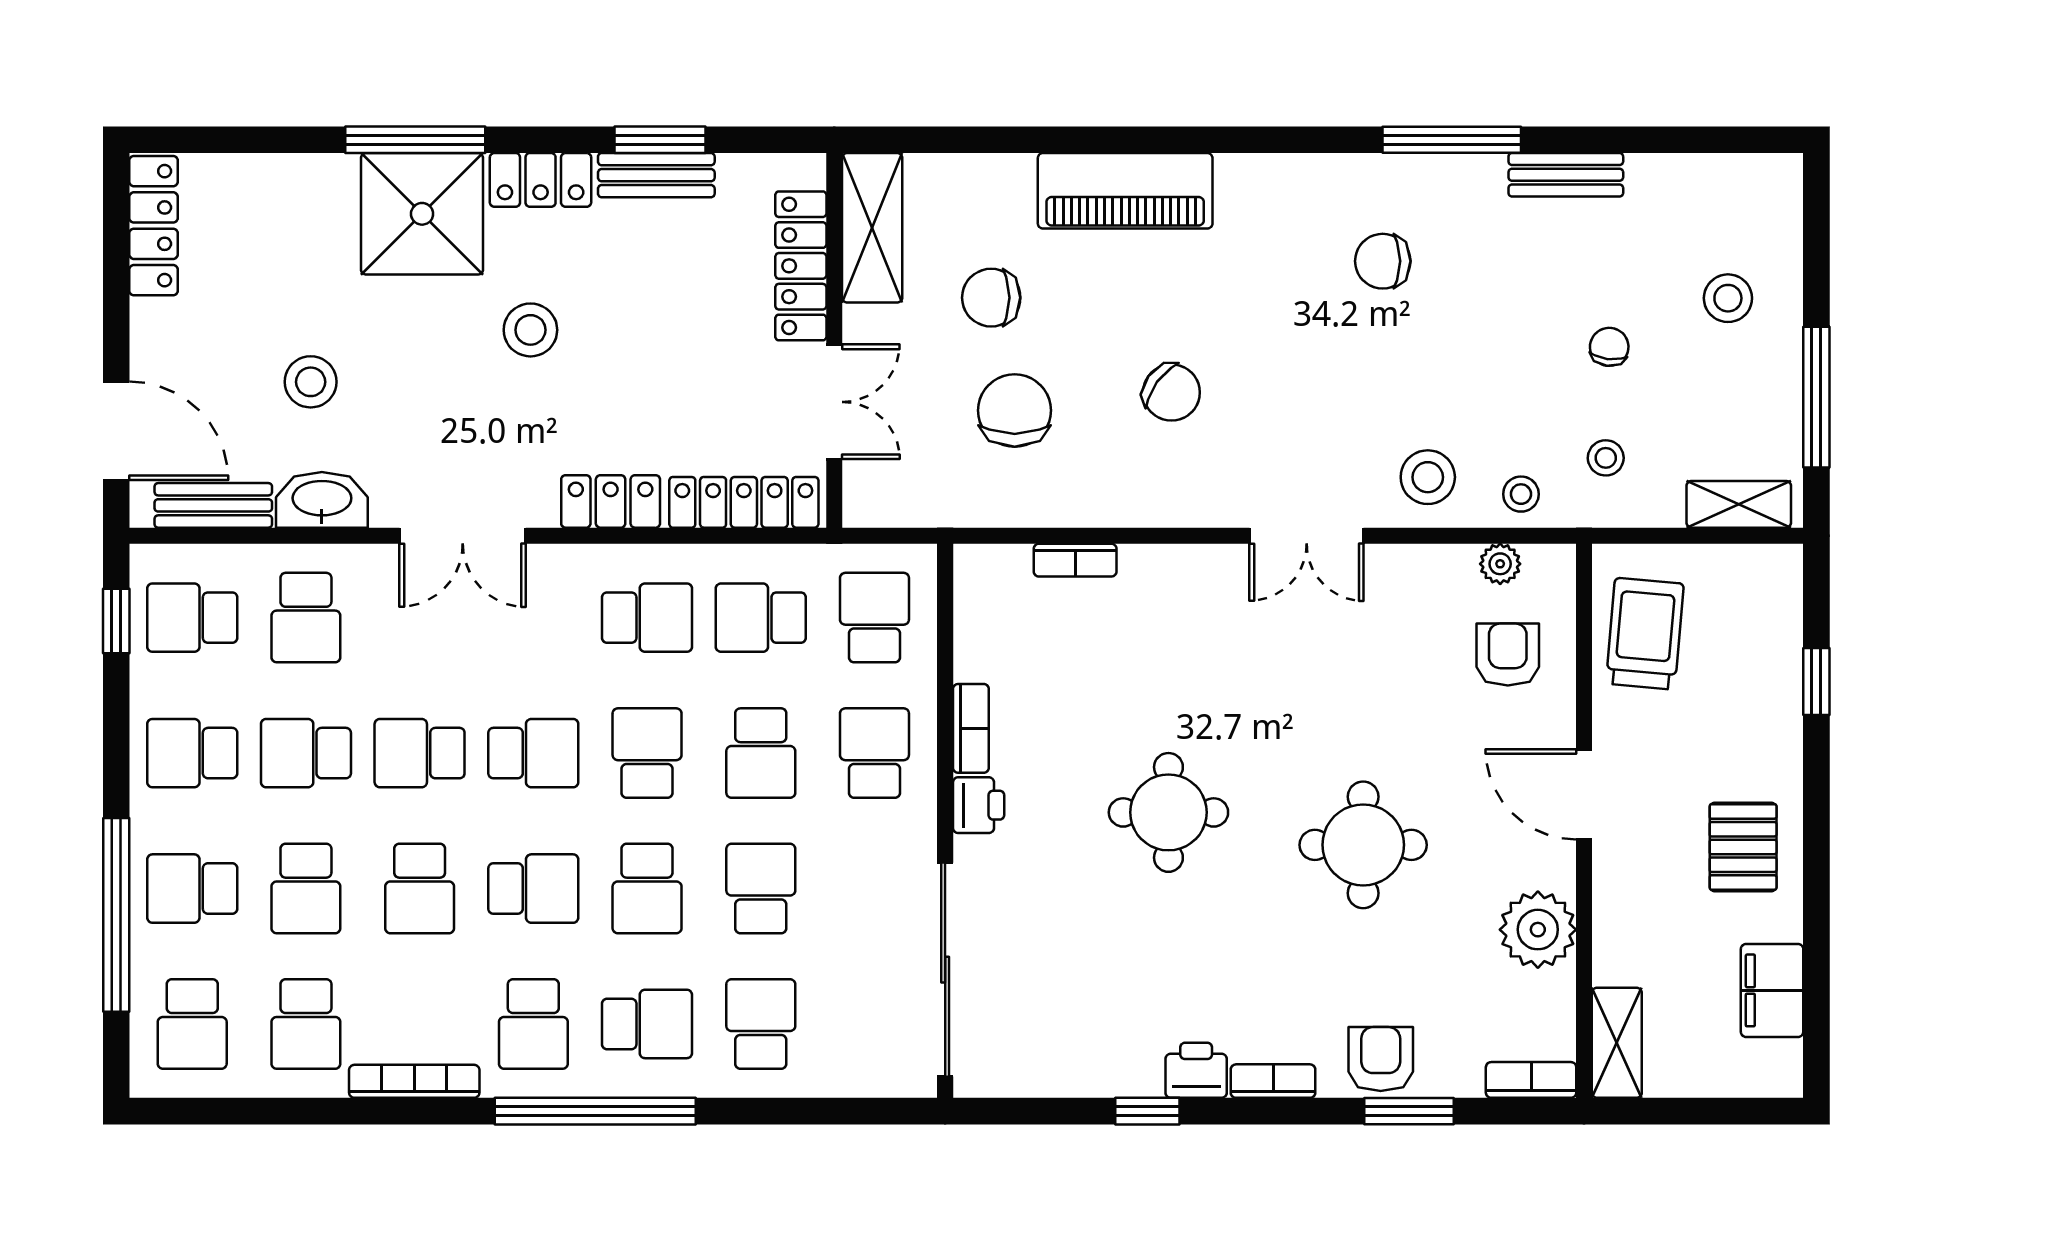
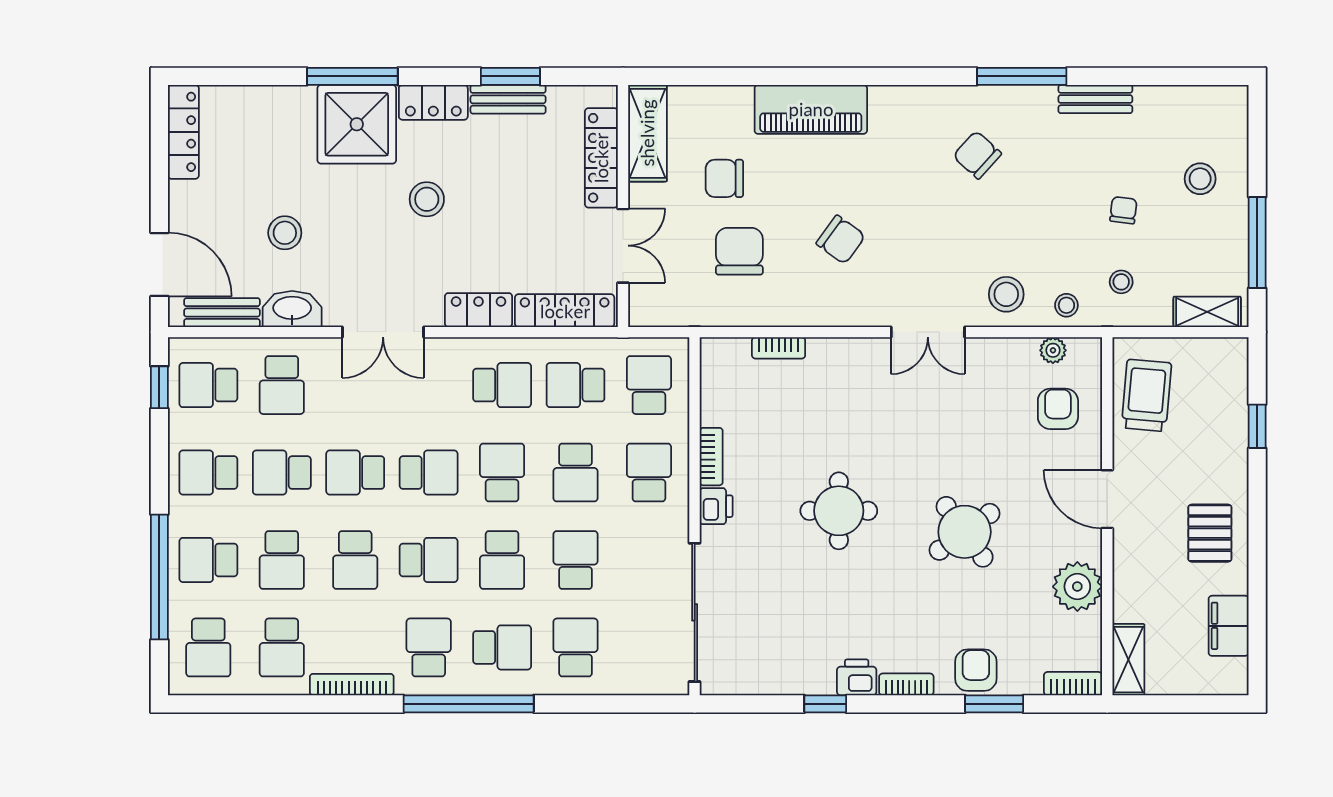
chair: (1383, 261) -> (977, 155), turned 42
round table: (1363, 845) -> (965, 532), turned -36
school desk: (533, 1024) -> (429, 647), turned 180

